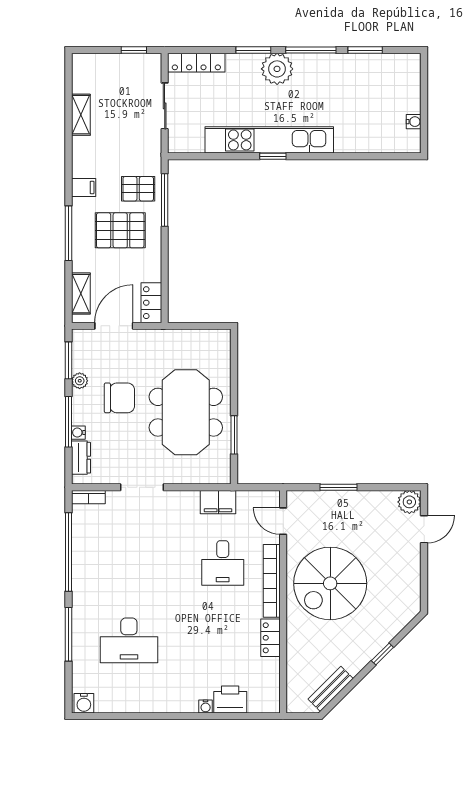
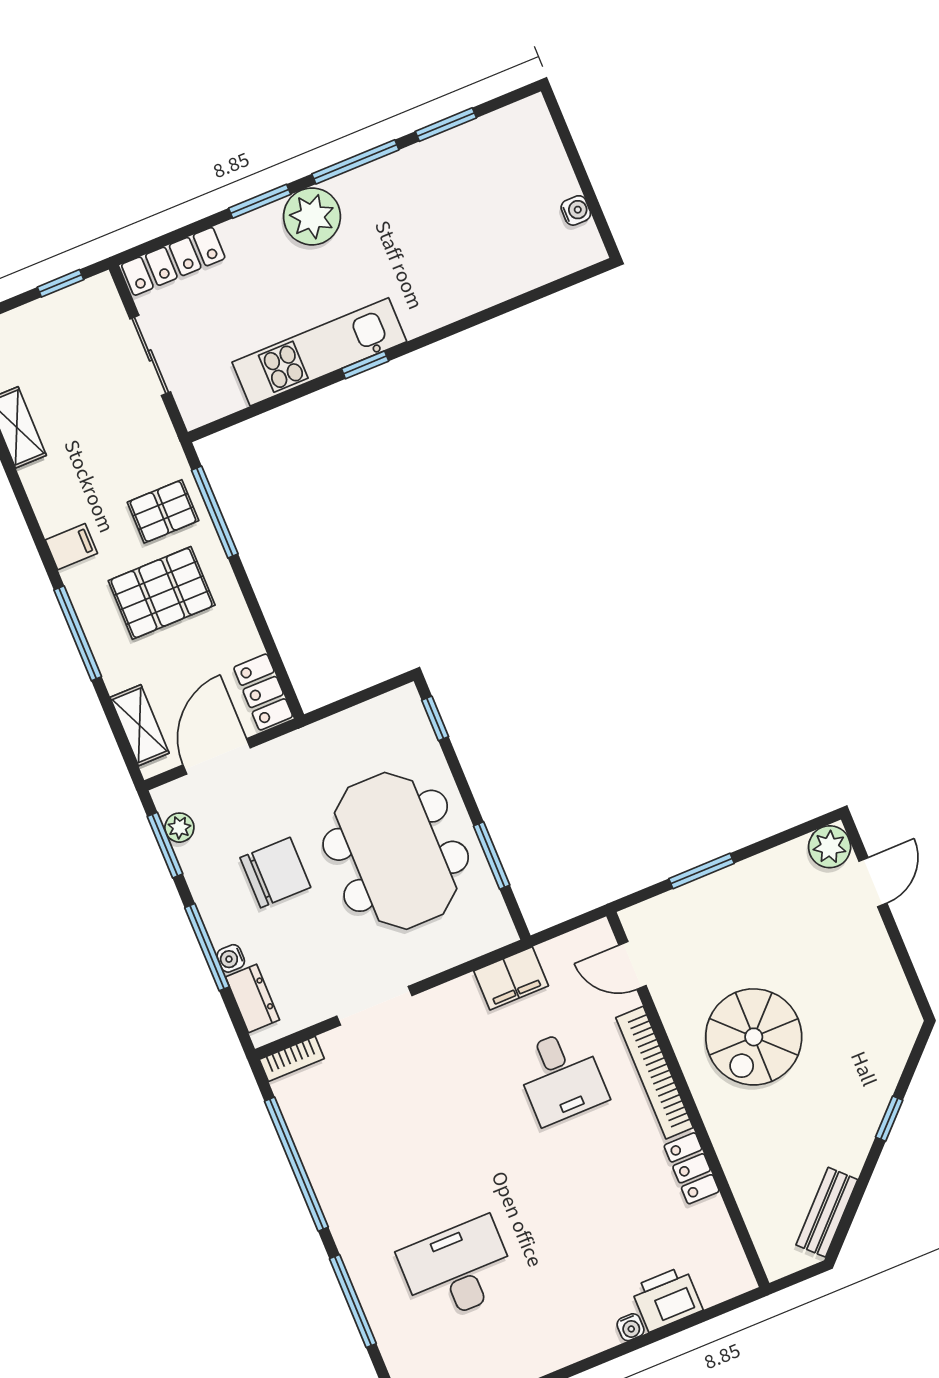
kitchen unit: (269, 140) -> (319, 352), width x0.73
window: (234, 353) -> (435, 718), added
plant: (80, 381) -> (179, 828), moved
spiral stairs: (330, 583) -> (754, 1037), width x0.73, depth x0.73
desk: (129, 640) -> (458, 1270), turned 180

